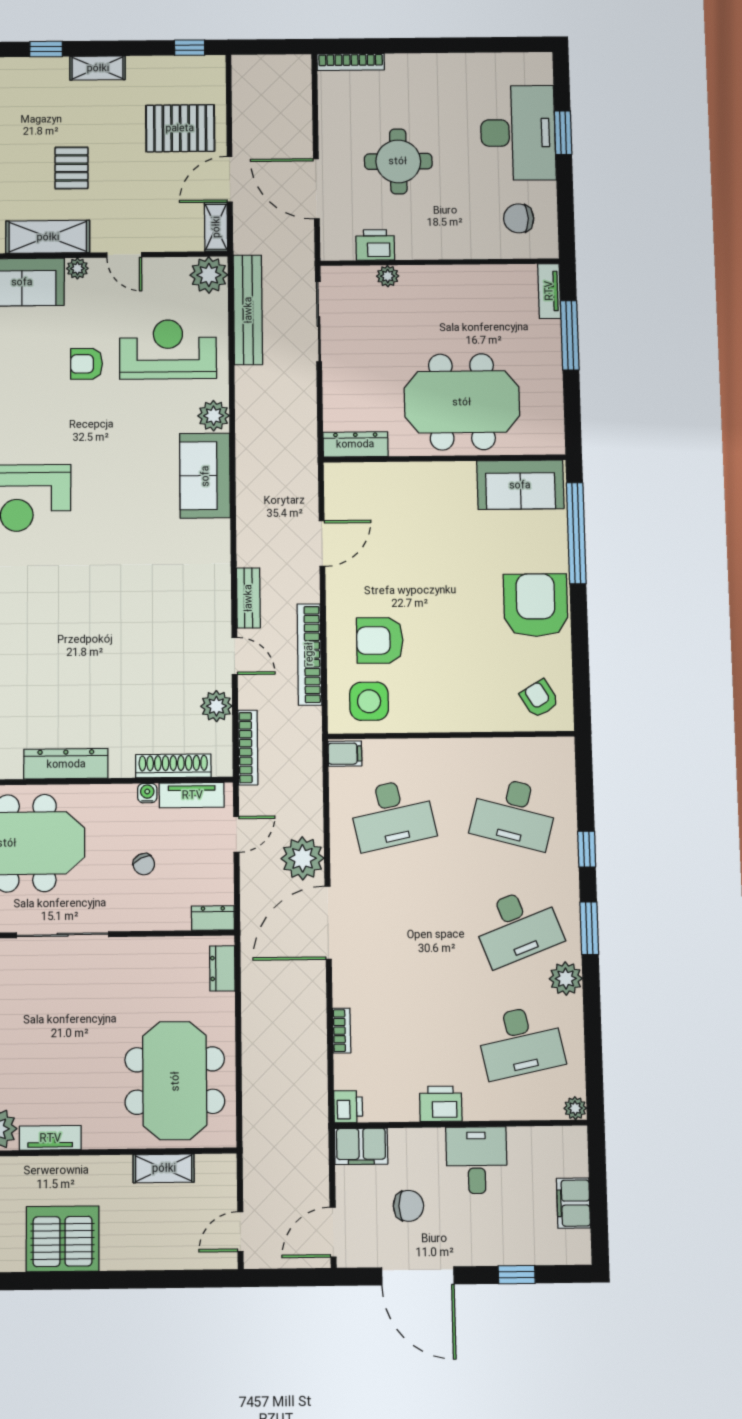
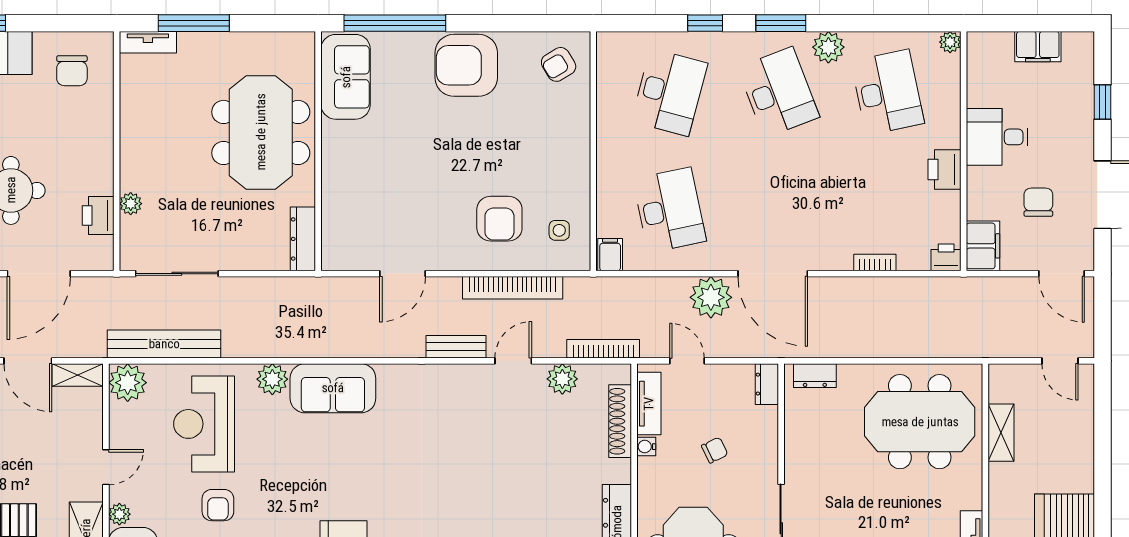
door: (322, 544) -> (402, 274), swing flipped
side table: (369, 701) -> (559, 230), width x0.54, depth x0.54

